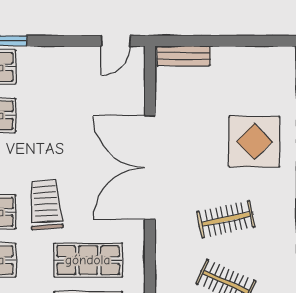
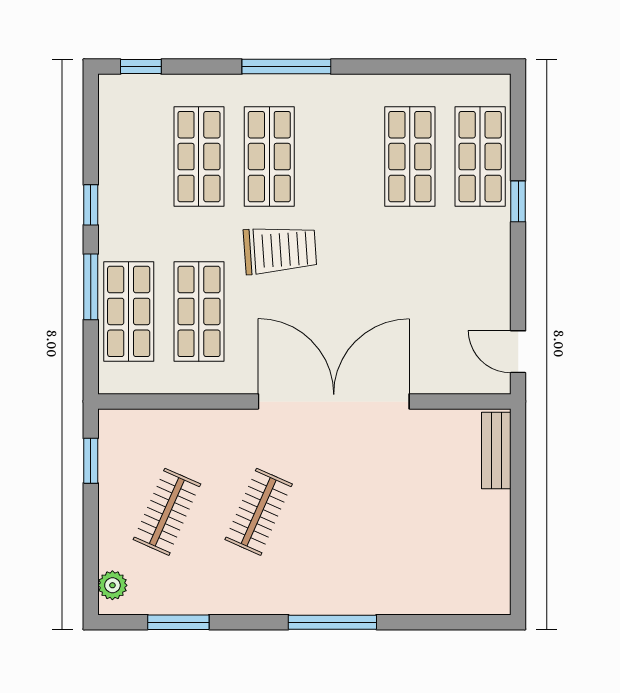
display table: (254, 142) -> (372, 553), removed
clothes rail: (226, 219) -> (259, 512), turned 36

